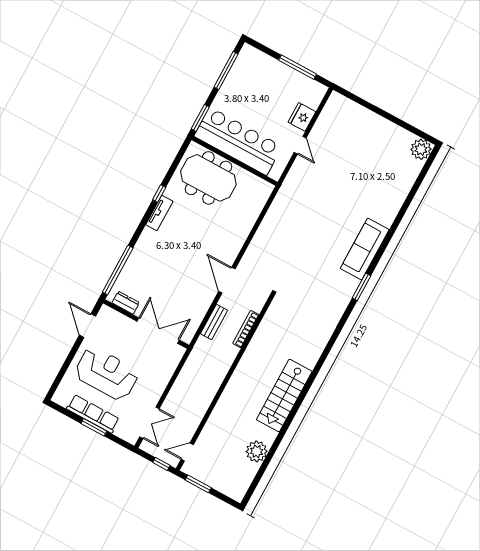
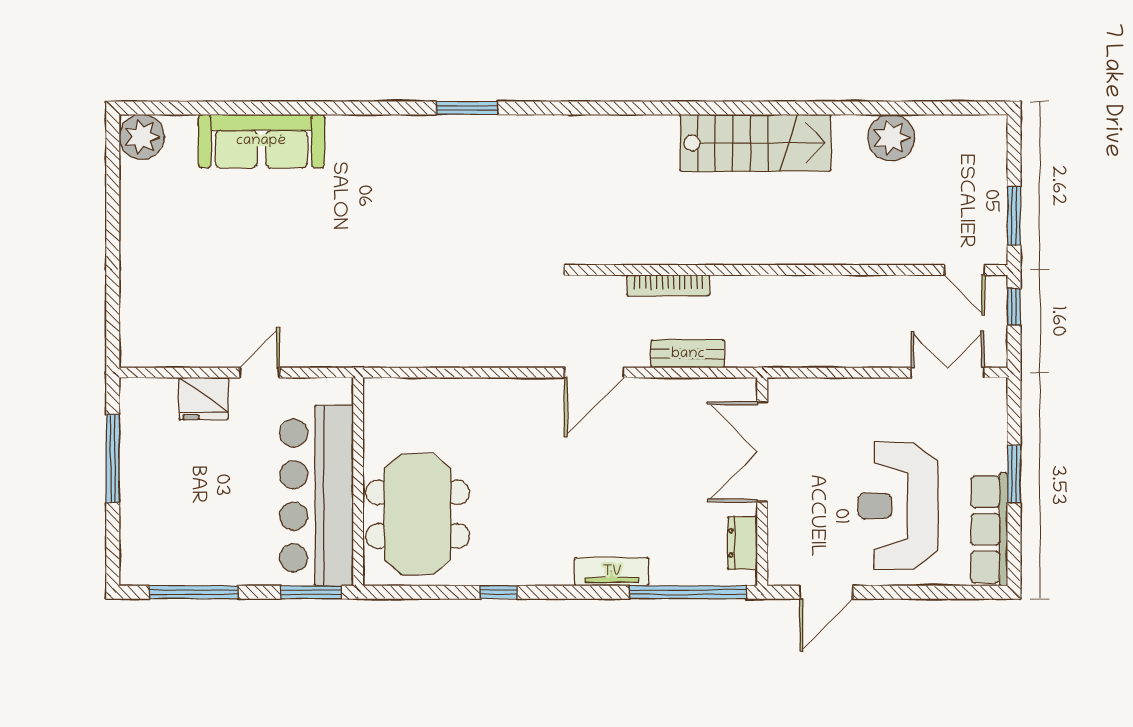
tv unit: (159, 213) -> (612, 572), moved
sofa: (365, 249) -> (261, 141), moved
row of seats: (93, 414) -> (989, 529), moved

